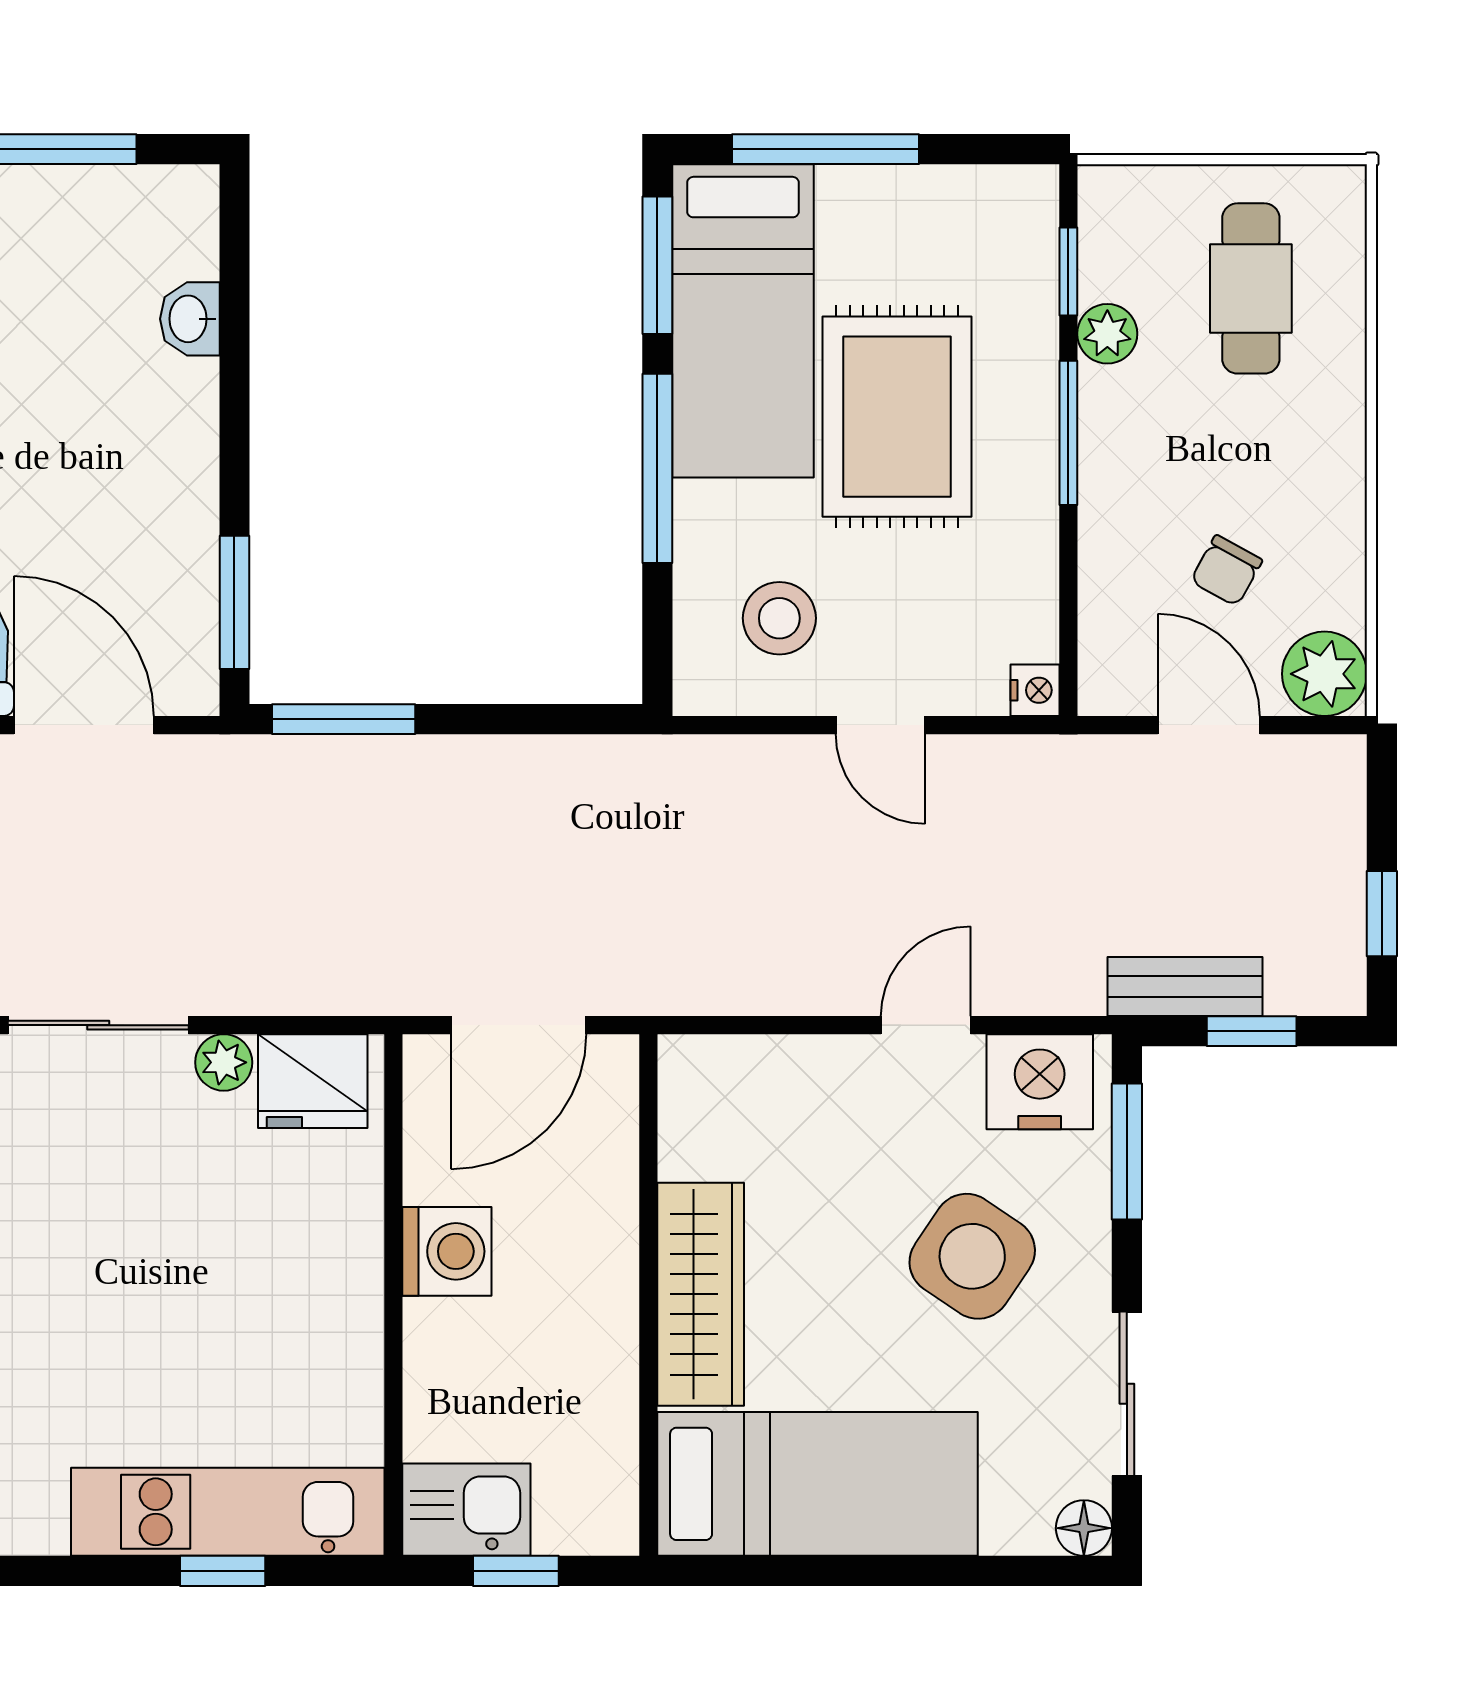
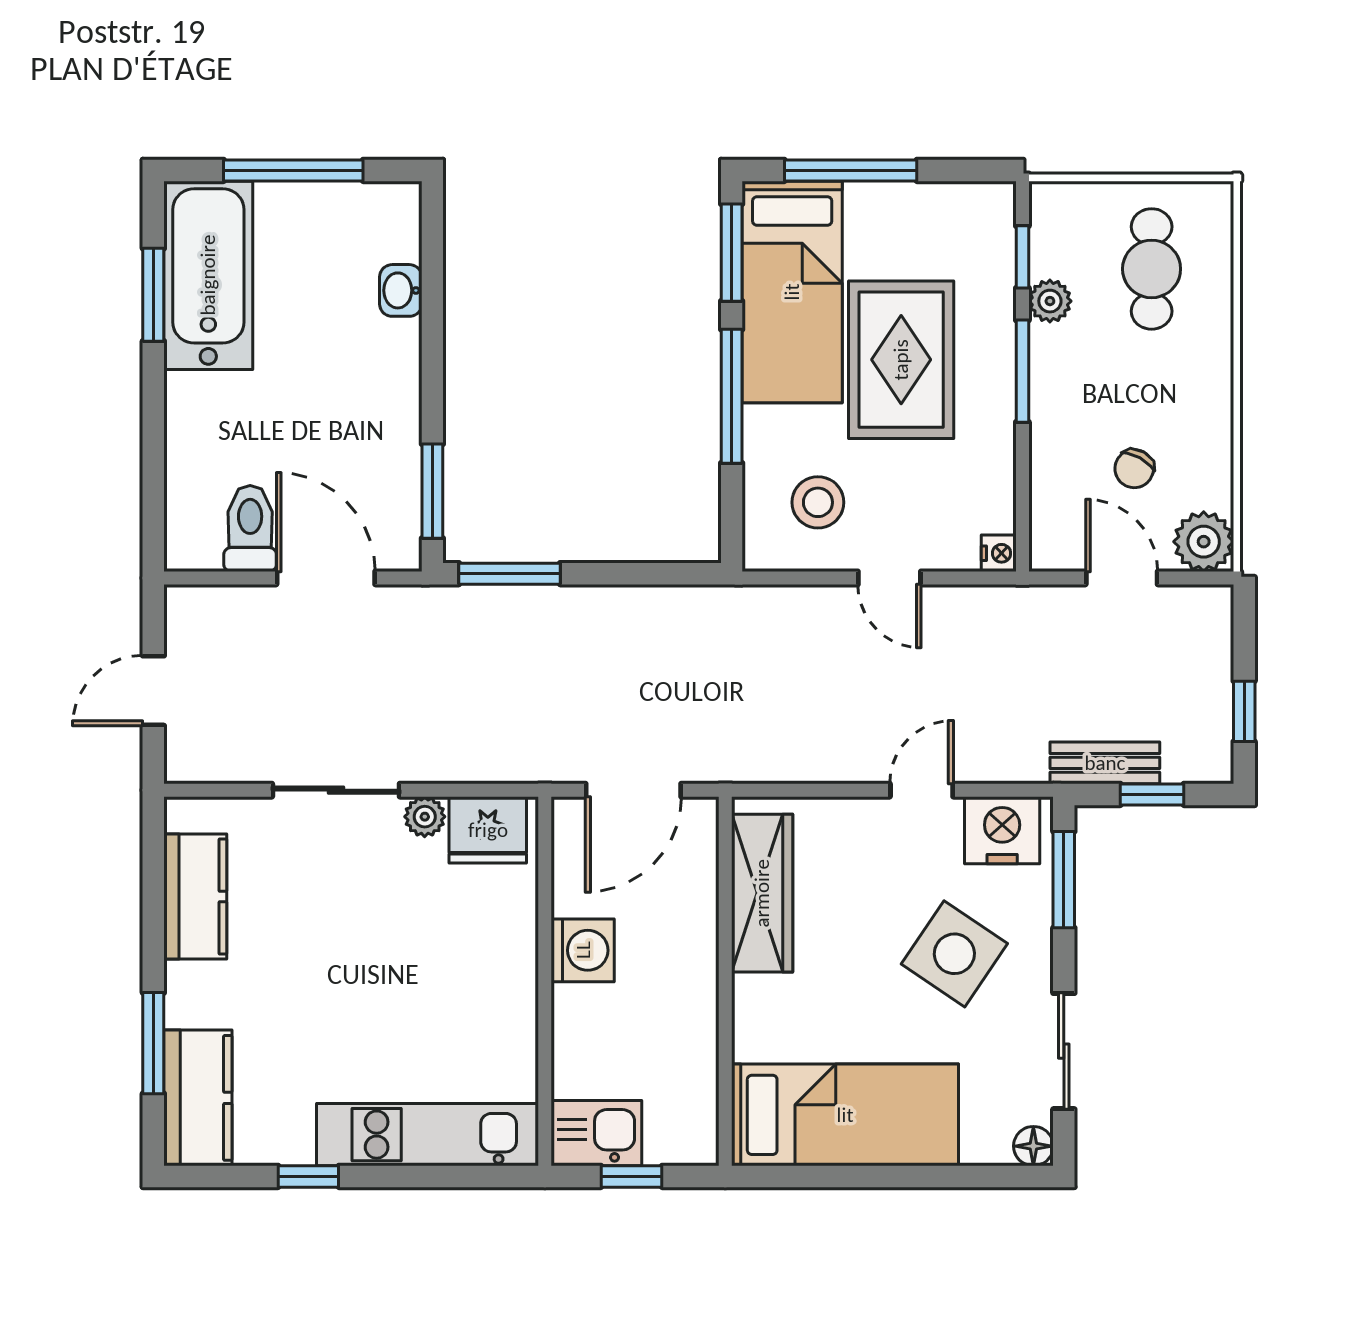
wardrobe: (701, 1294) -> (762, 893), moved
window: (223, 1571) -> (308, 1176), moved

